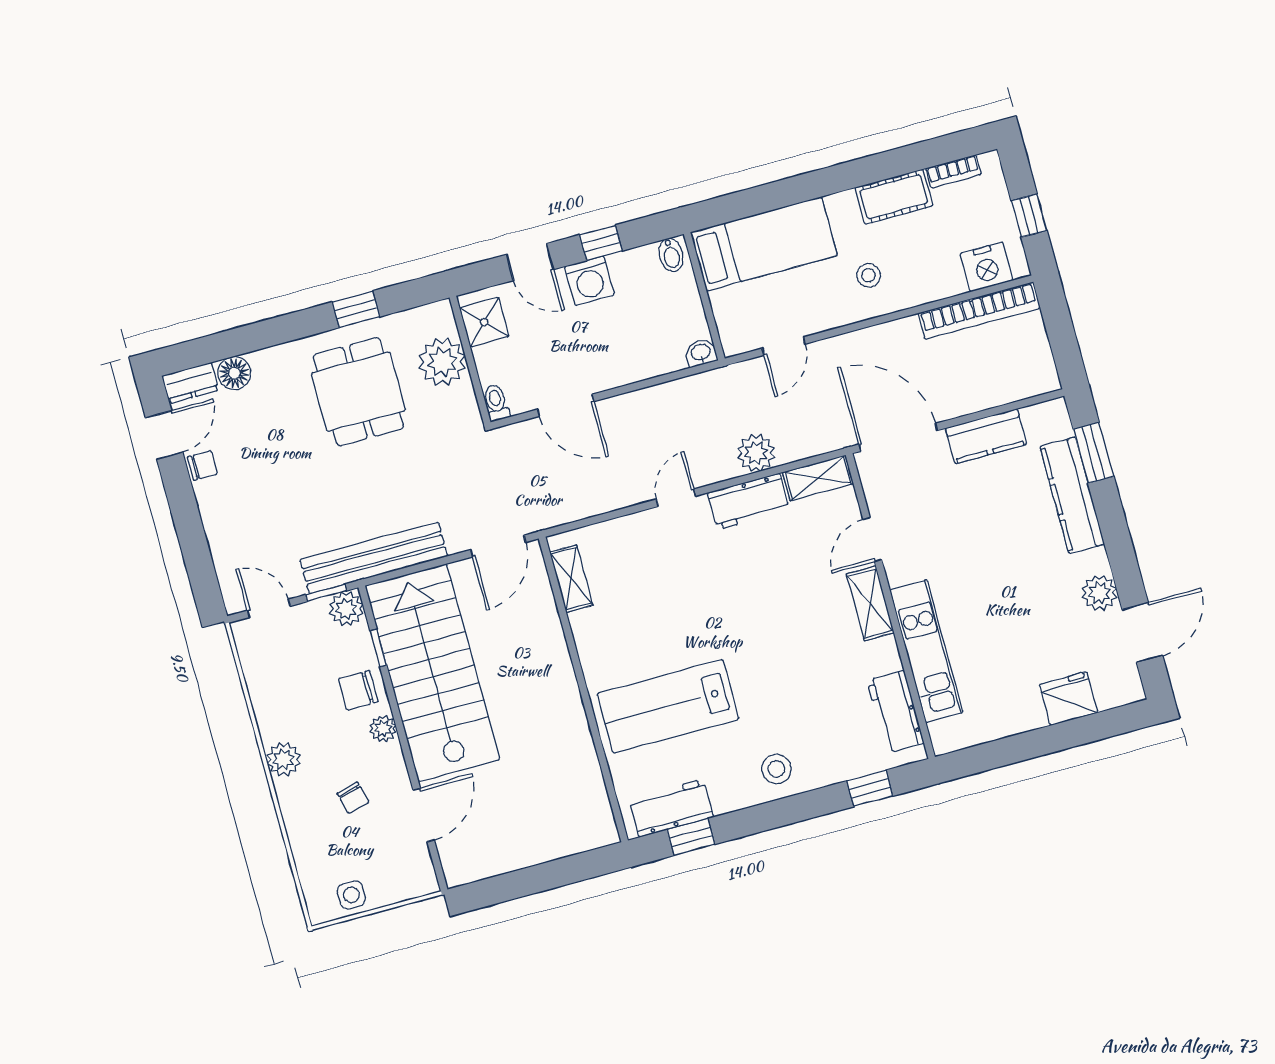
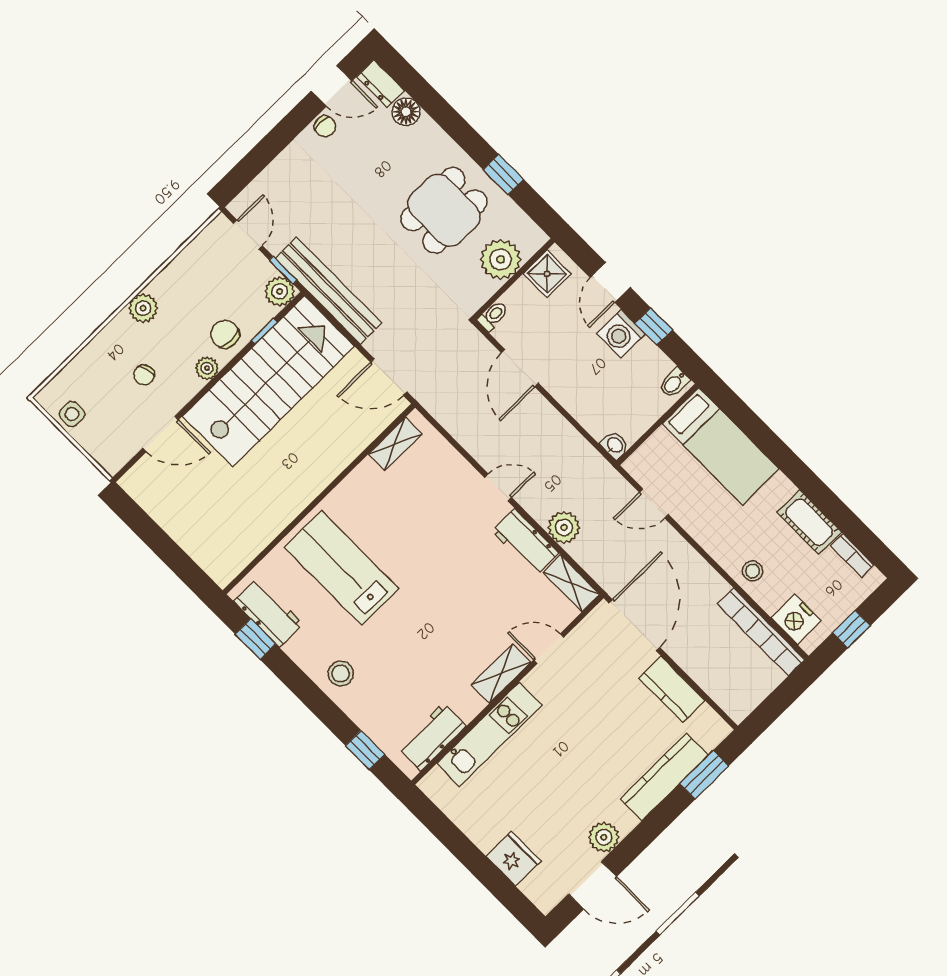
stool: (868, 275) -> (752, 571), moved

